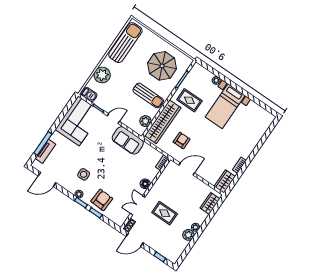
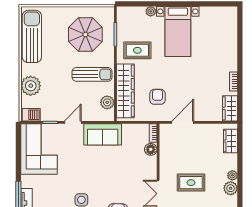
floor lamp: (145, 184) -> (151, 149), moved

